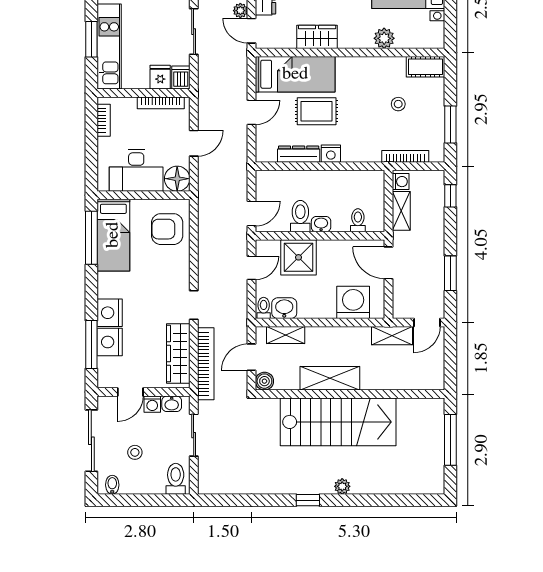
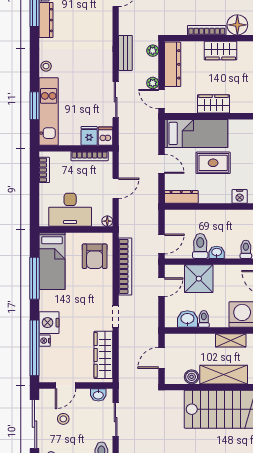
door: (252, 112) -> (162, 164), hinge flipped
dresser: (299, 154) -> (181, 197), moved
nightstand: (331, 154) -> (240, 196), moved
floor lamp: (177, 179) -> (107, 221), width x0.53, depth x0.53
armchair: (167, 229) -> (95, 256), turned -90
window: (91, 238) -> (35, 278), moved
toilet: (264, 308) -> (204, 319), moved
shelving: (286, 335) -> (231, 340), moved
nightstand: (110, 342) -> (45, 341), width x0.53, depth x0.56
window: (91, 345) -> (35, 348), width x1.46
bookcase: (206, 364) -> (125, 266), moved
boiler: (264, 381) -> (192, 377), moved
washing machine: (152, 404) -> (83, 395), removed
stool: (135, 452) -> (63, 419), moved

